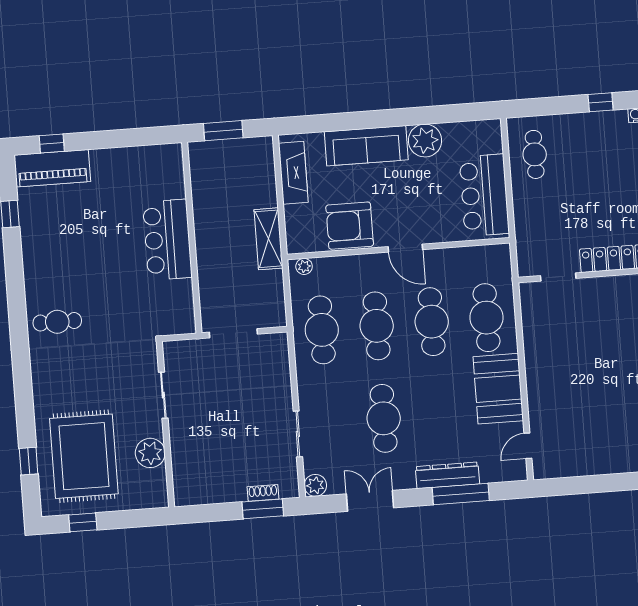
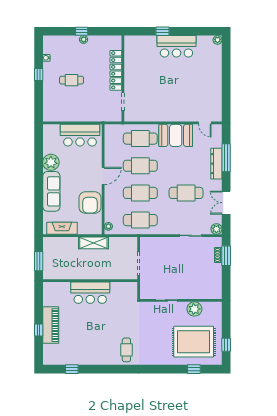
window: (52, 144) -> (39, 330), moved
cafe table: (535, 154) -> (71, 80), moved
piano: (52, 168) -> (51, 325), moved

